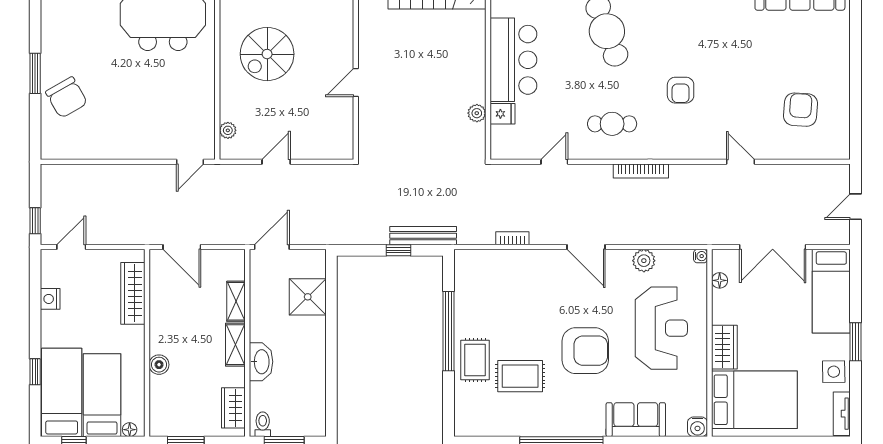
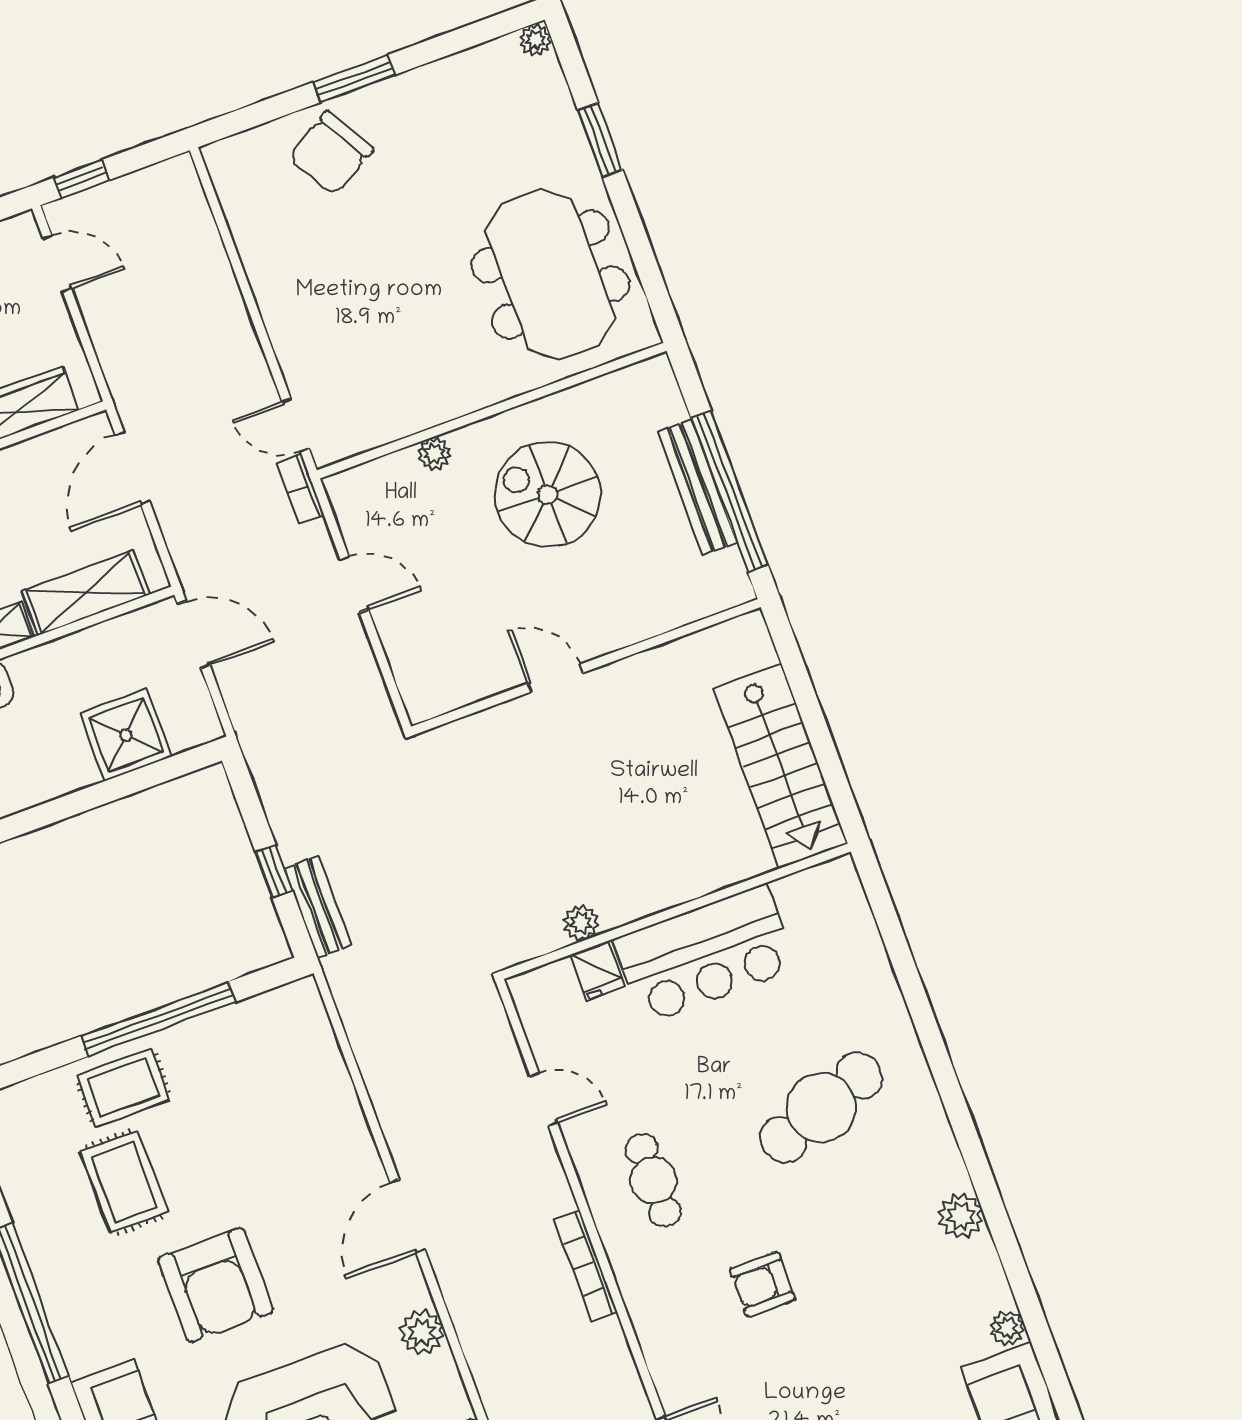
plant: (228, 130) -> (434, 454), moved
bench: (423, 236) -> (318, 907), width x0.73
bookcase: (512, 238) -> (301, 489), moved, turned 180
shelving: (236, 301) -> (86, 593), width x1.50, depth x1.33

